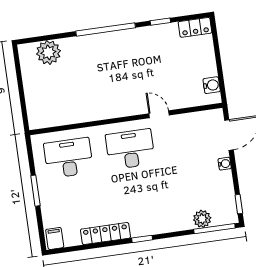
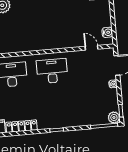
door: (159, 114) -> (92, 48), moved
plant: (202, 219) -> (114, 117), moved
locker: (105, 234) -> (22, 126), moved

